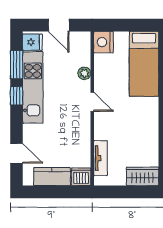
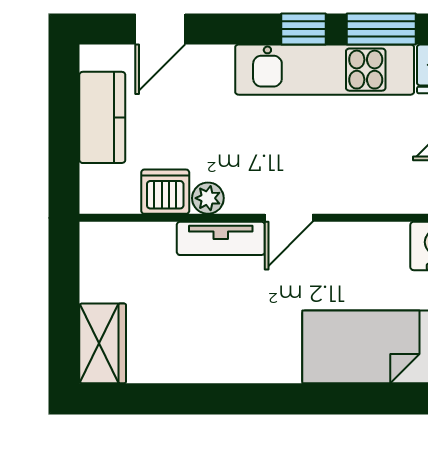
plant: (84, 73) -> (208, 198), moved
tv unit: (100, 158) -> (221, 238), moved
dishwasher: (81, 177) -> (165, 192), moved, turned -90

